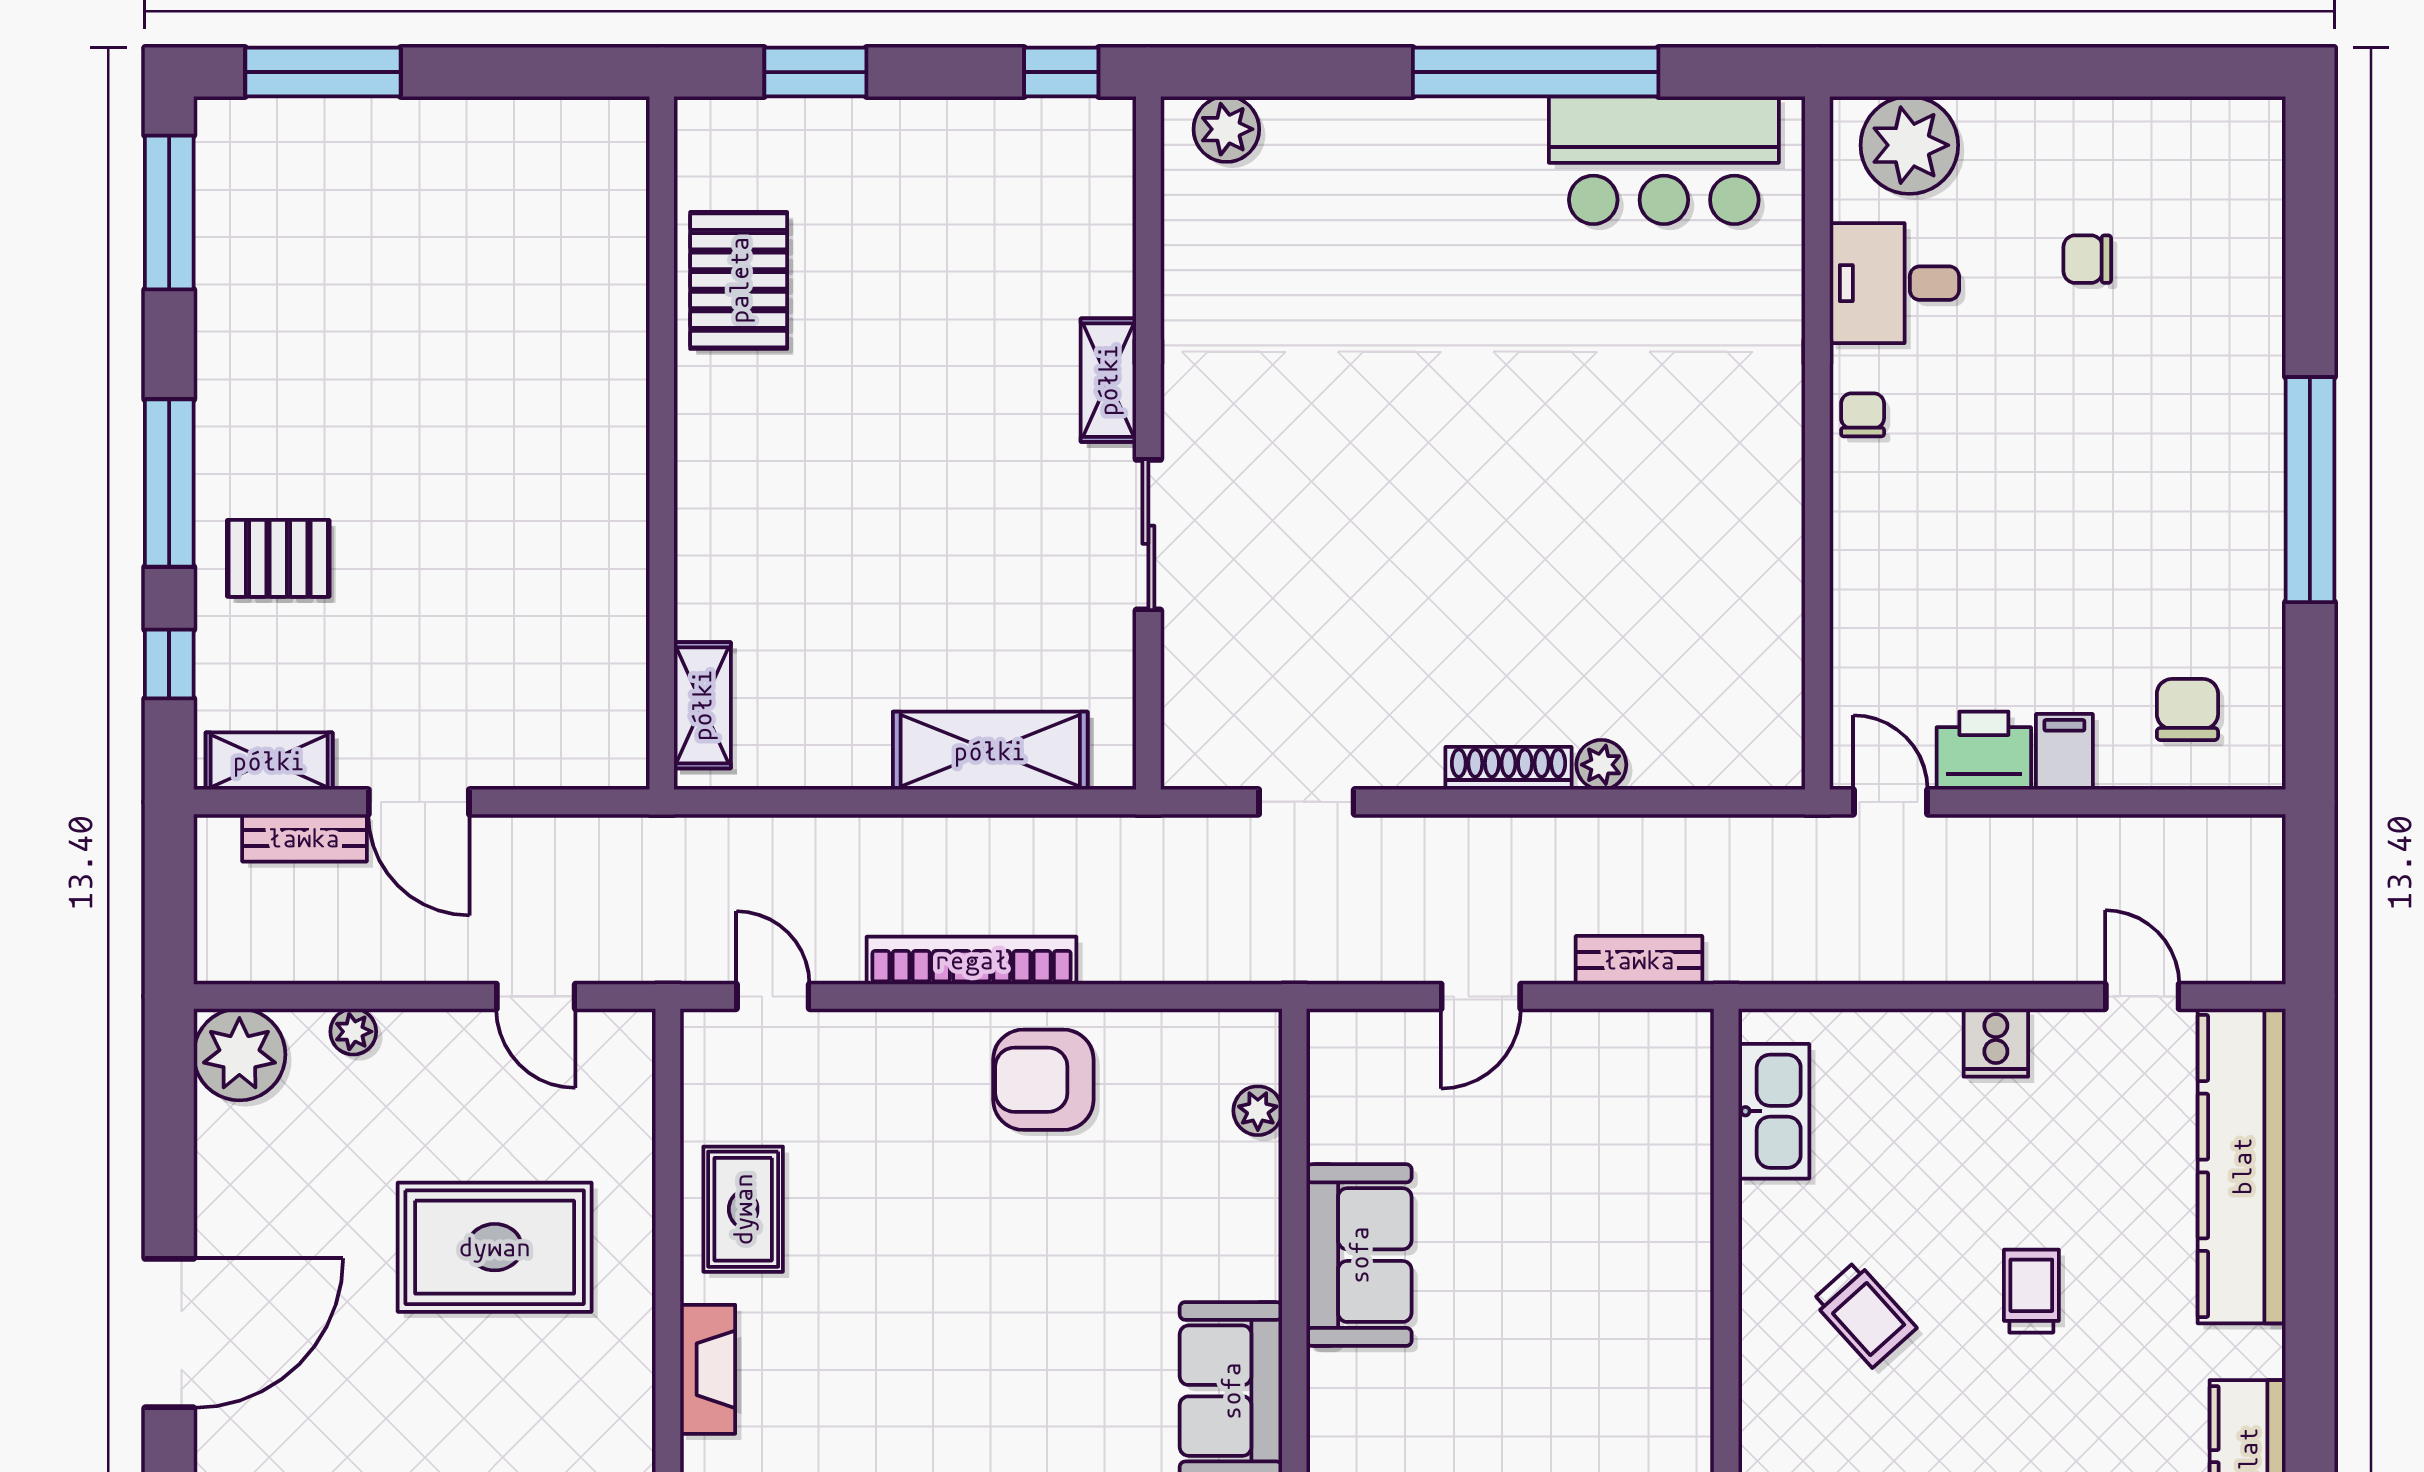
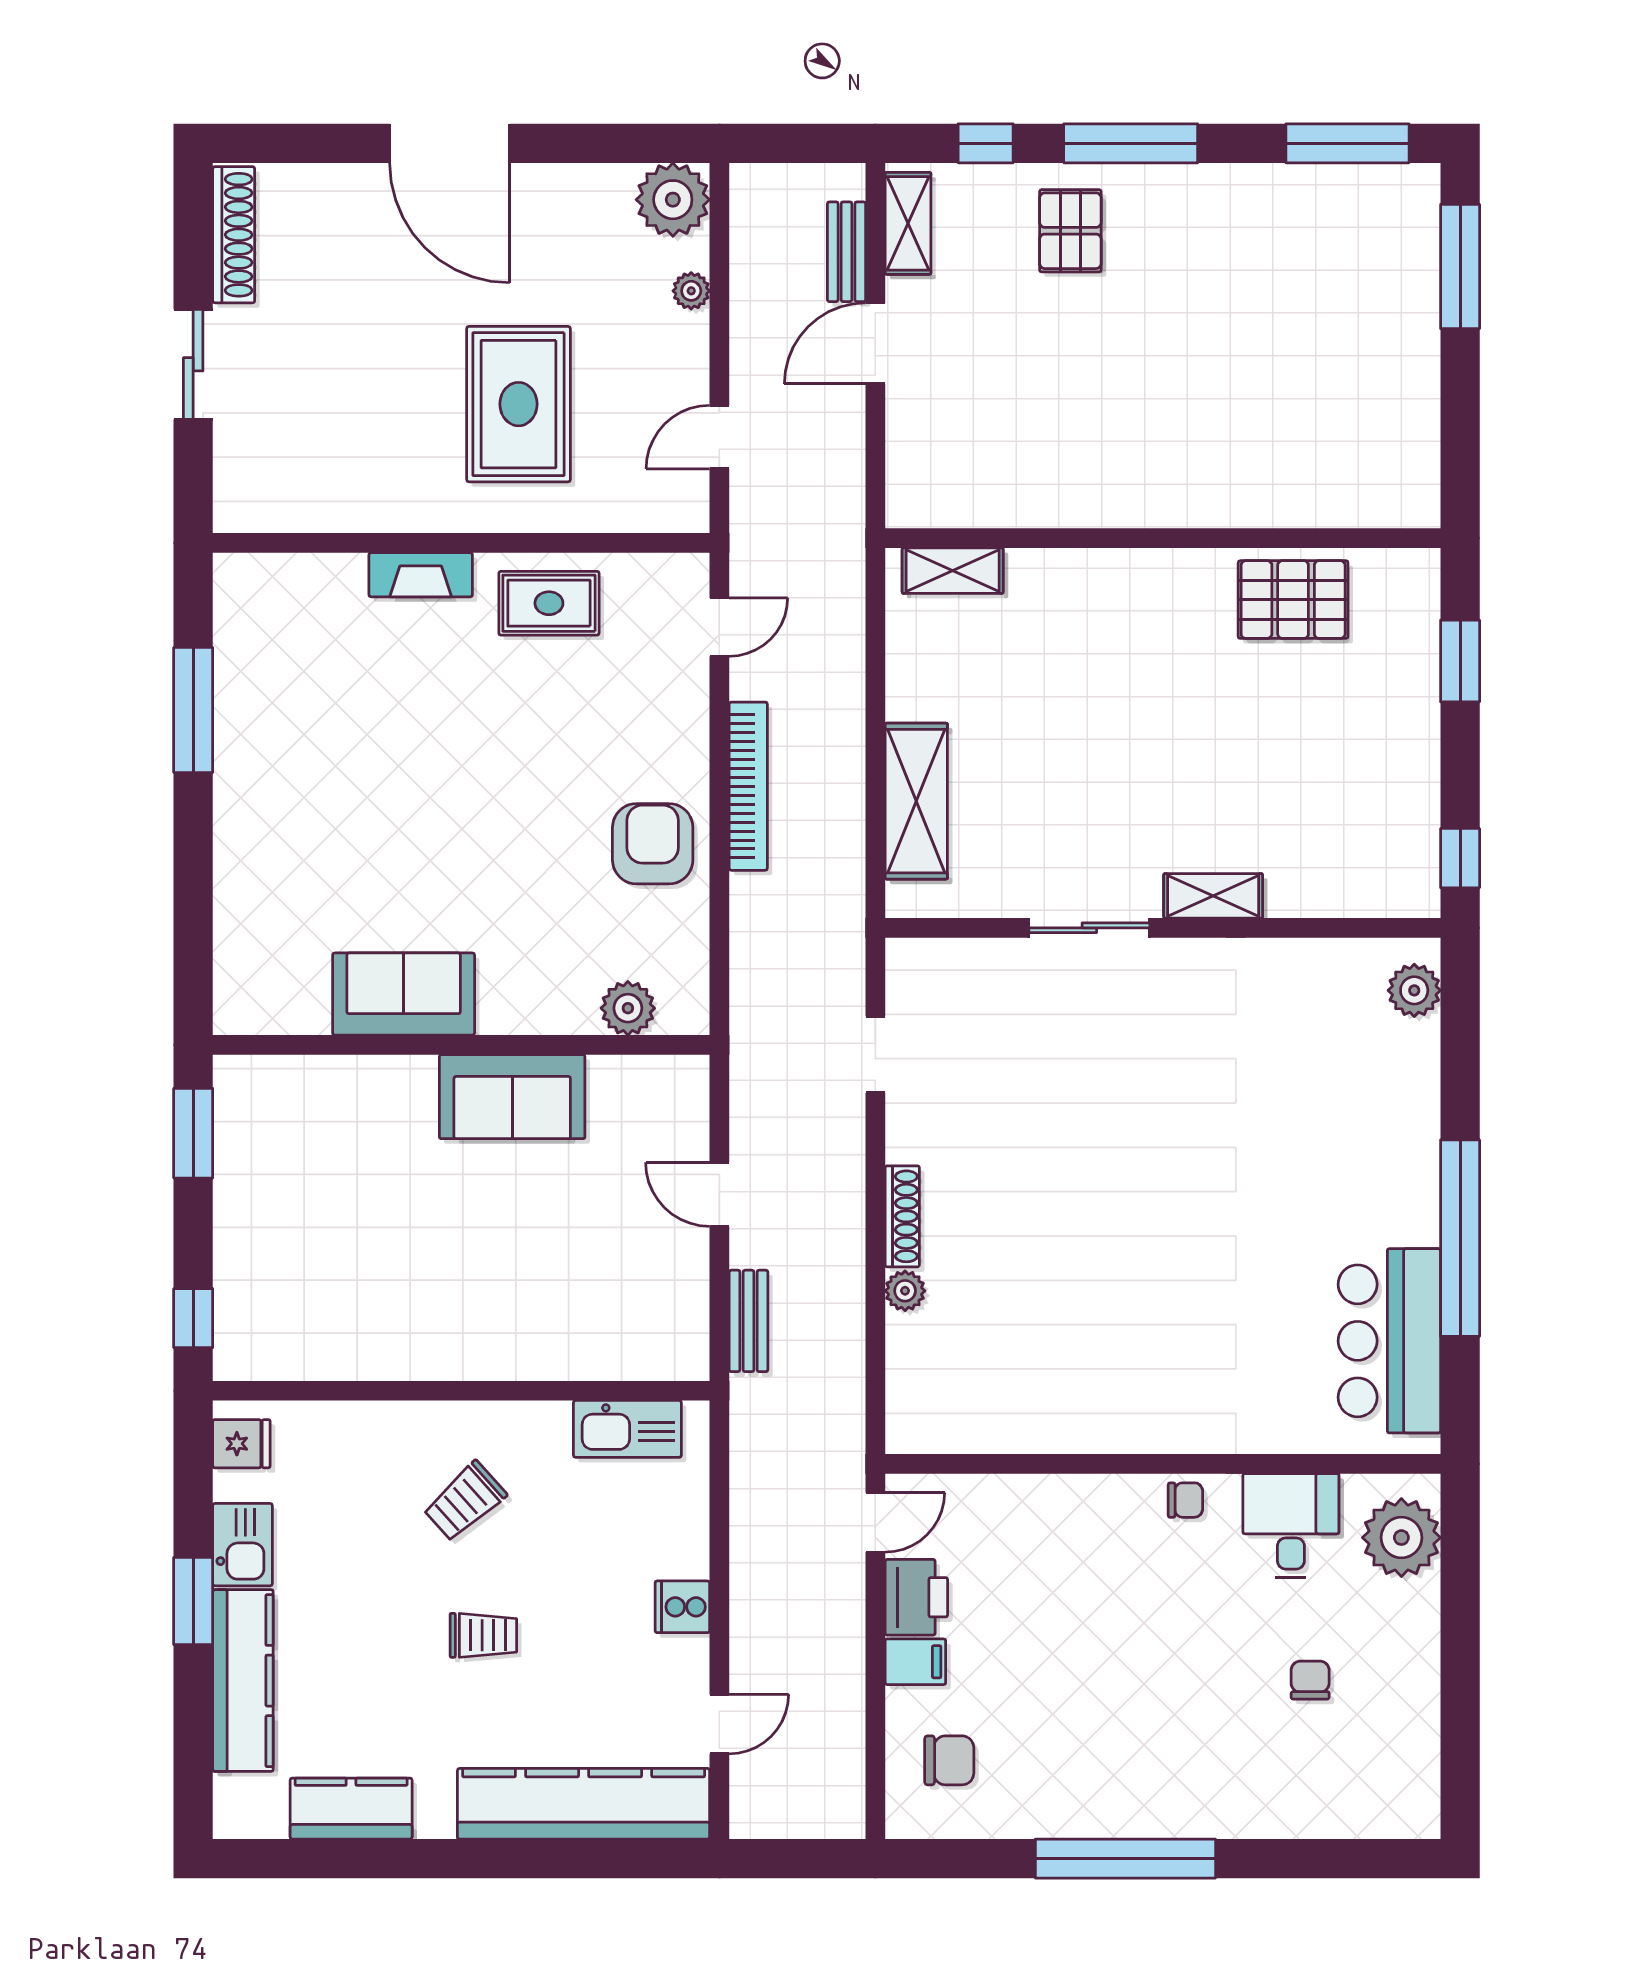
plant: (1258, 1111) -> (628, 1008), width x1.38, depth x1.38

